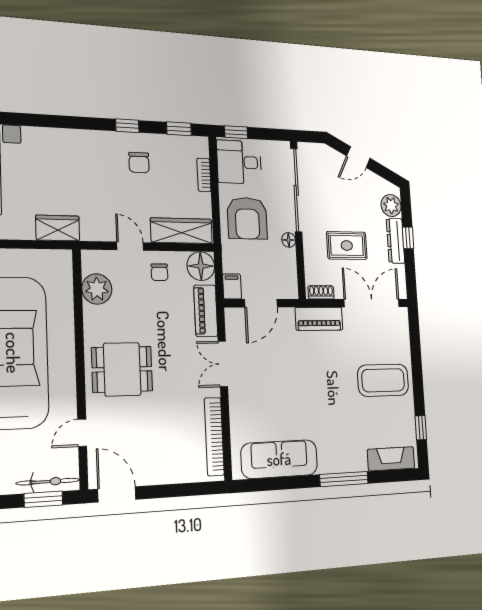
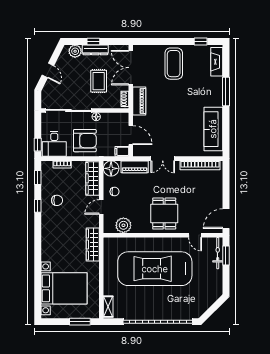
wardrobe: (58, 228) -> (93, 244), width x1.50

